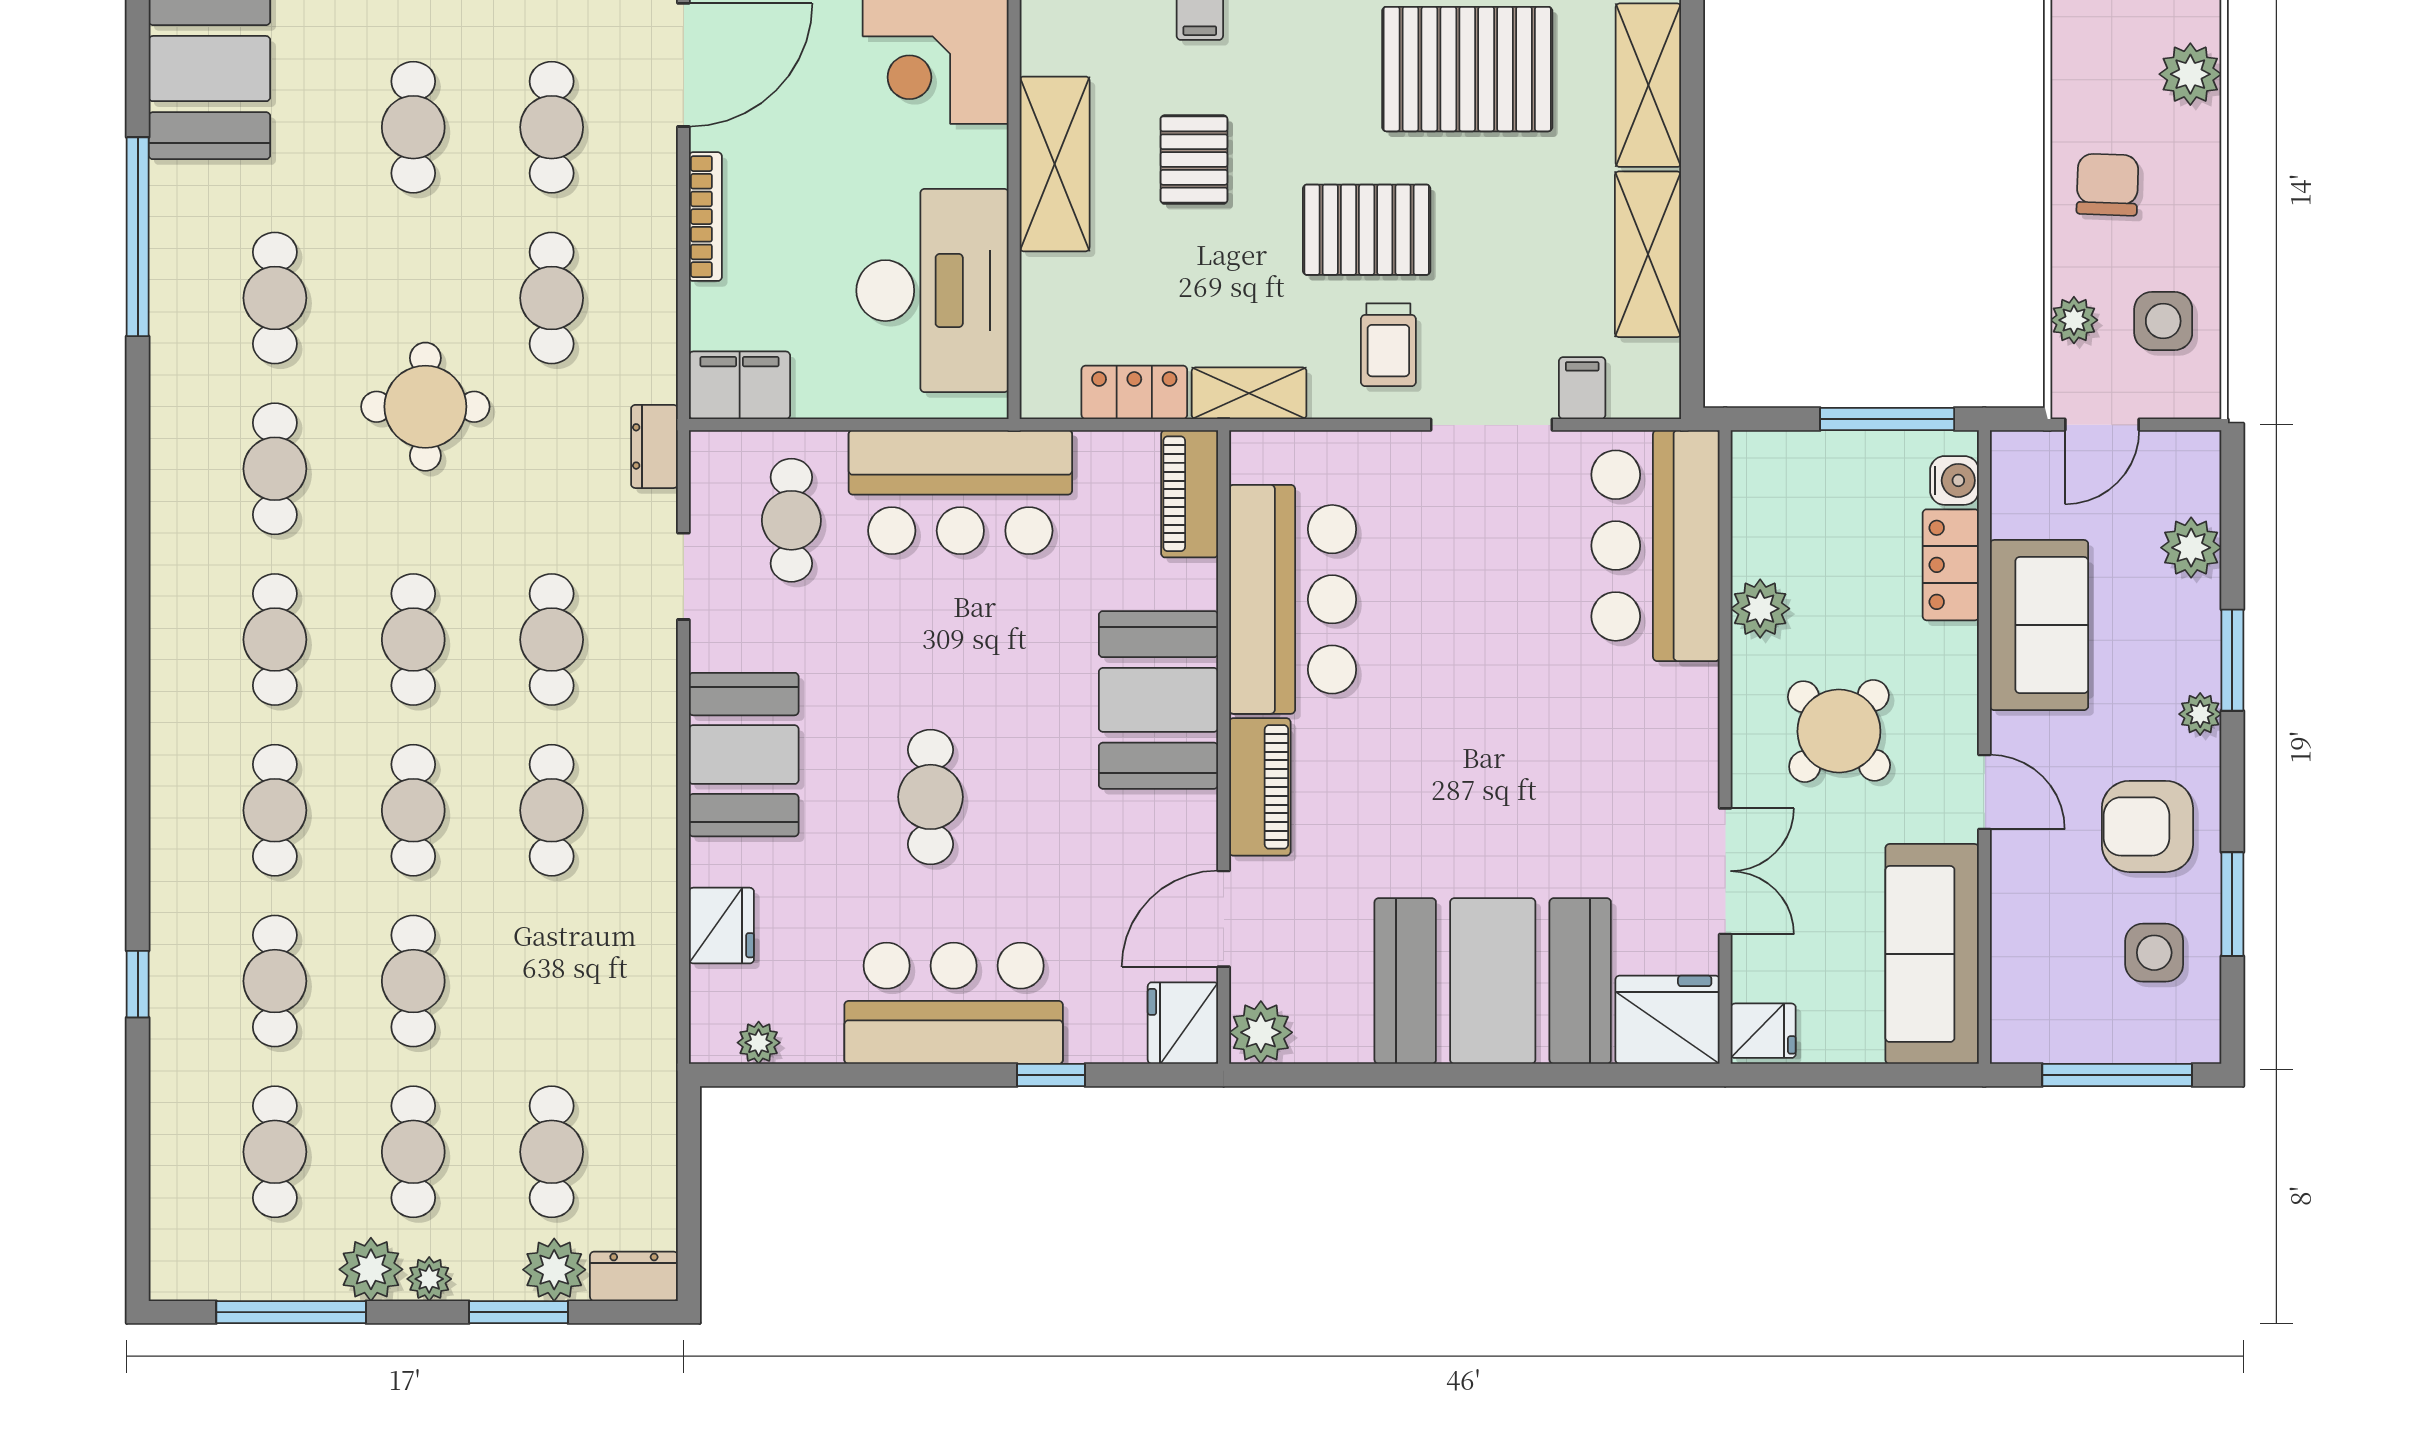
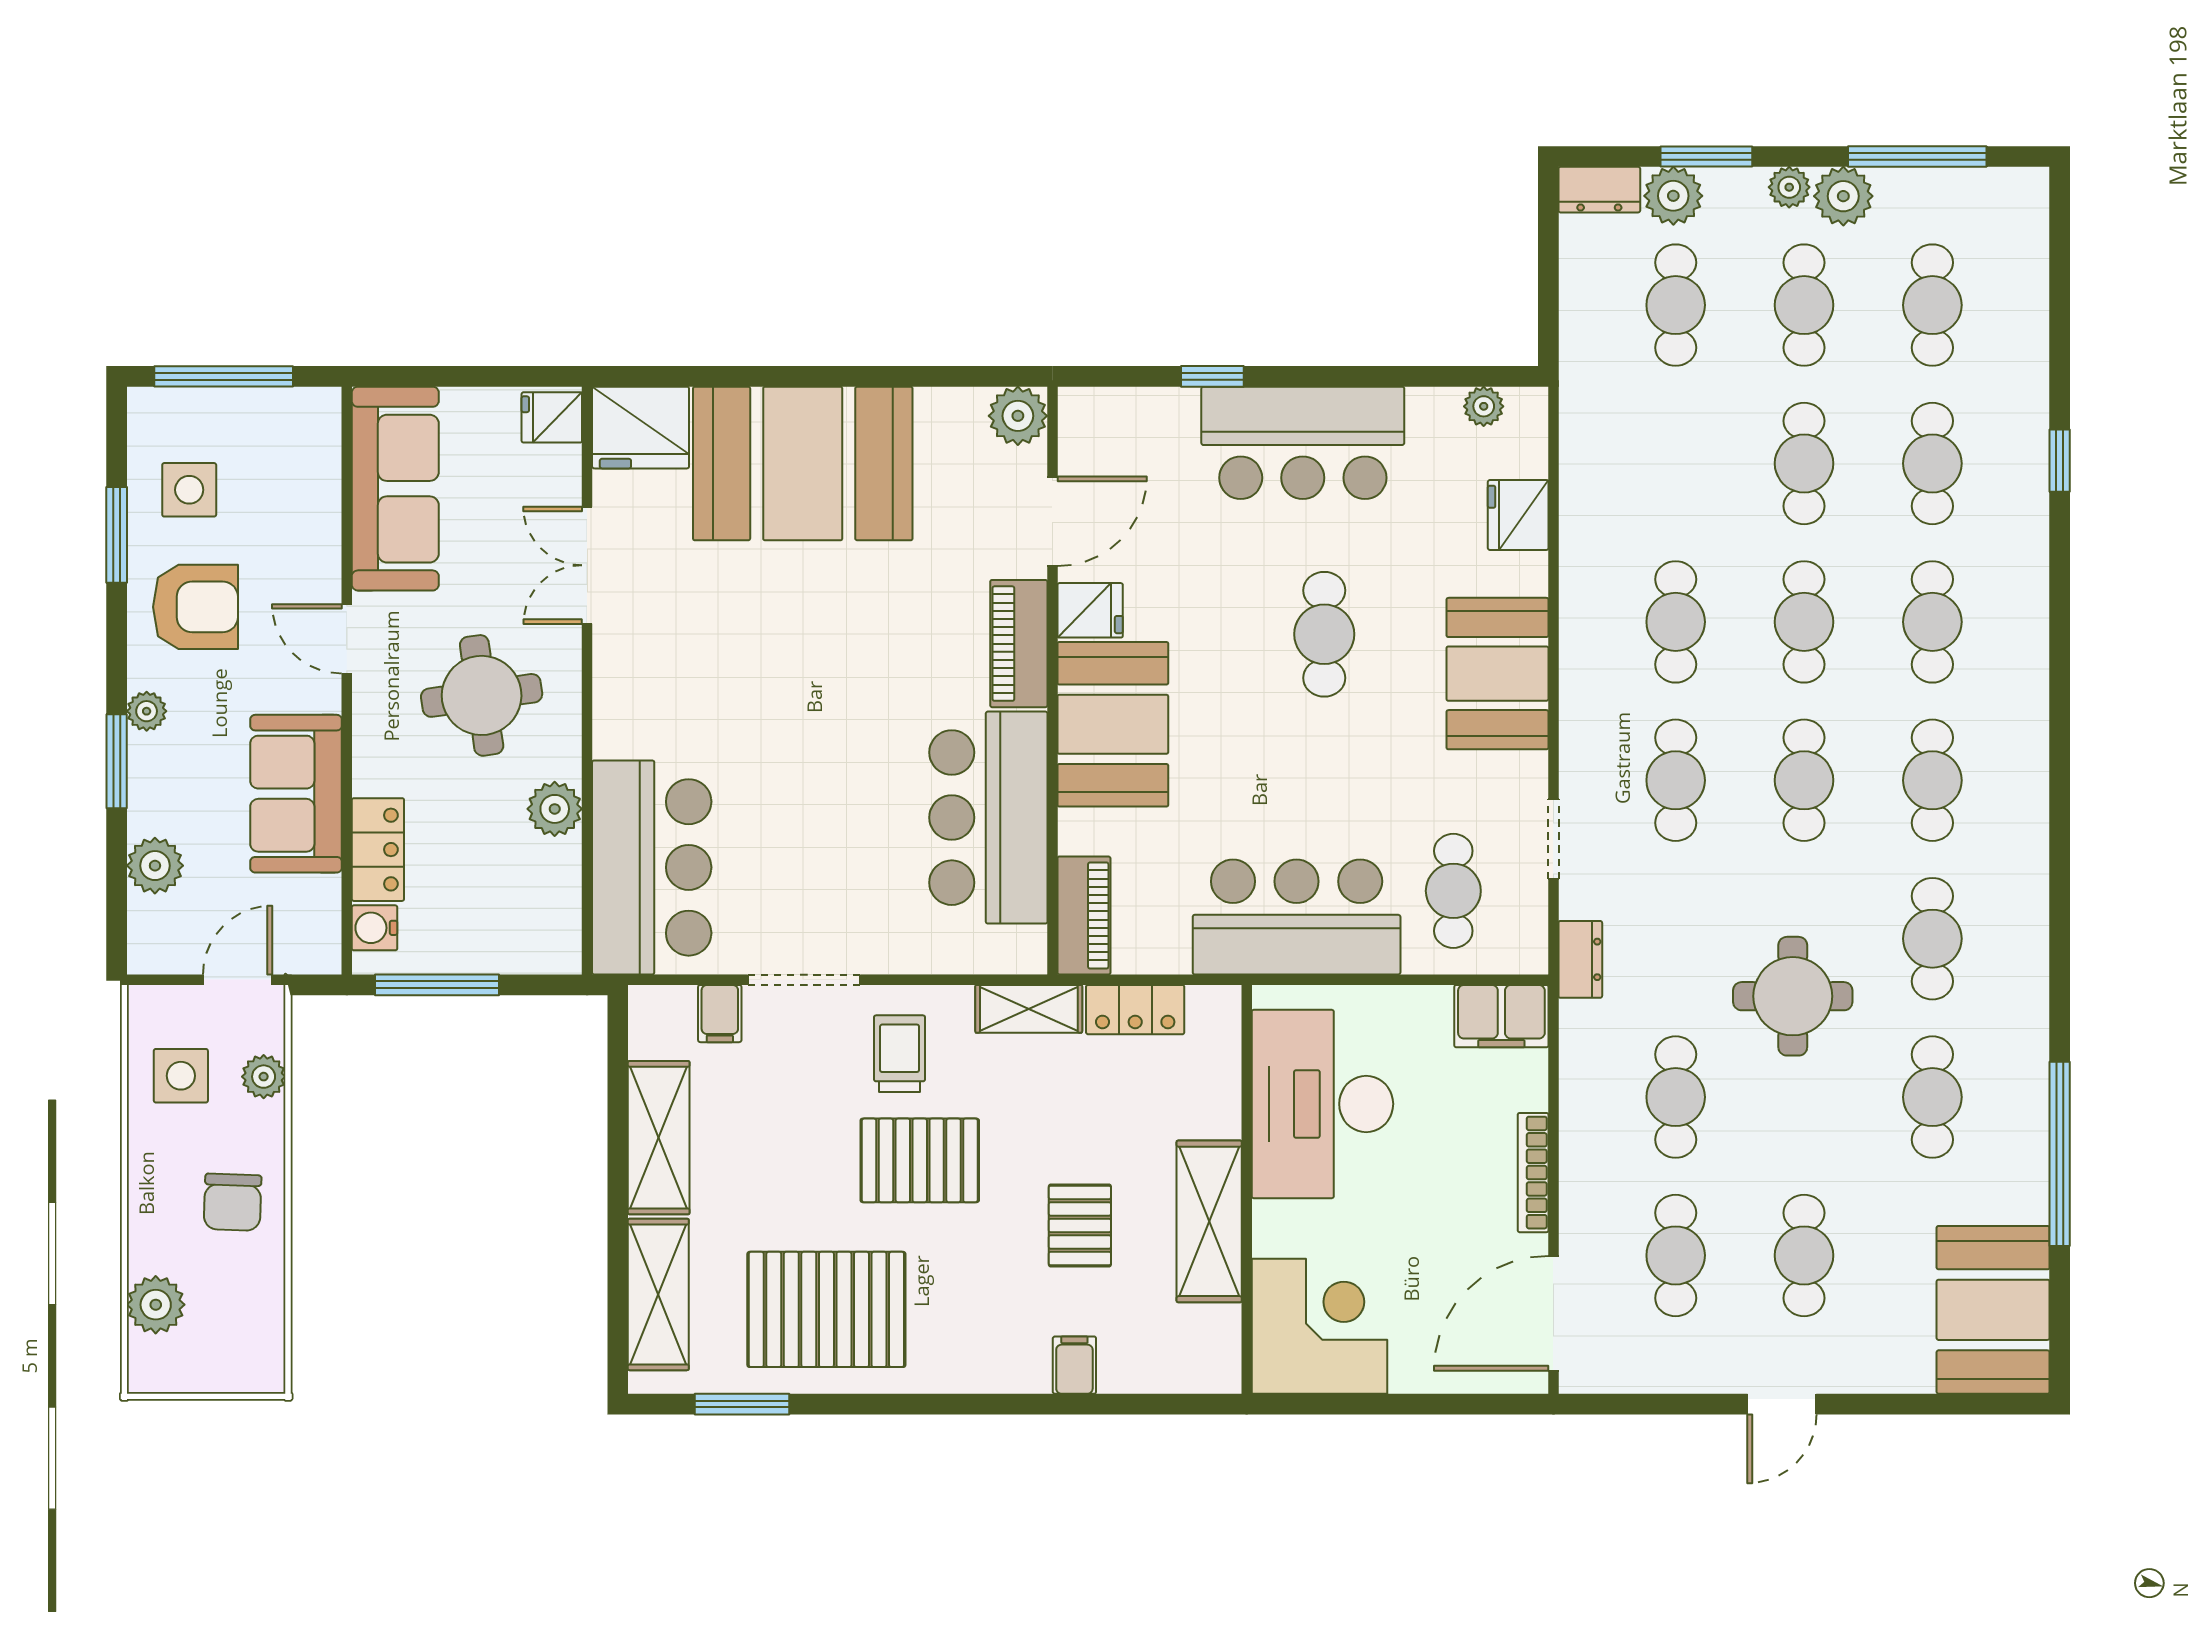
round table: (1839, 731) -> (482, 695), turned 38
fridge: (1183, 1023) -> (1090, 610), moved, width x0.72

